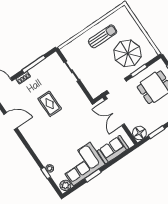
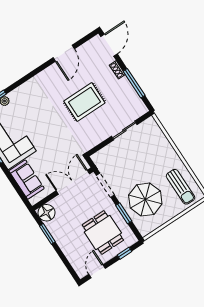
sun lounger: (103, 36) -> (181, 187), moved
rug: (50, 104) -> (84, 102), width x1.36, depth x1.43

